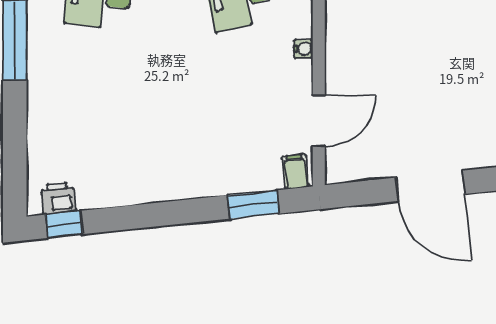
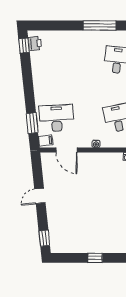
desk: (241, 145) -> (57, 118), added
door: (430, 186) -> (40, 196), width x0.53

